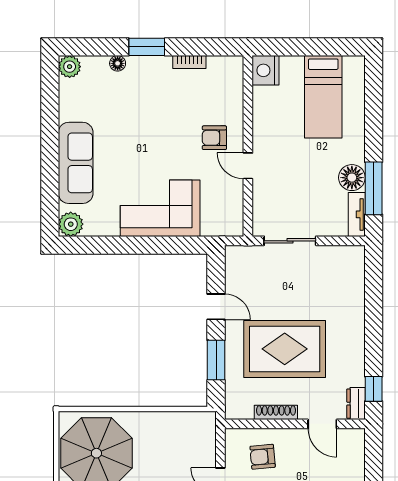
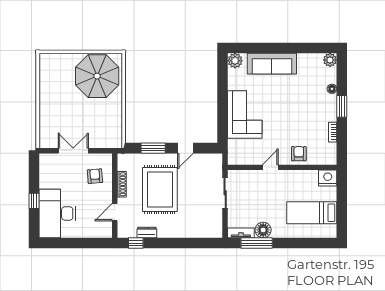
armchair: (214, 138) -> (299, 154), moved
dresser: (356, 404) -> (147, 232), moved

